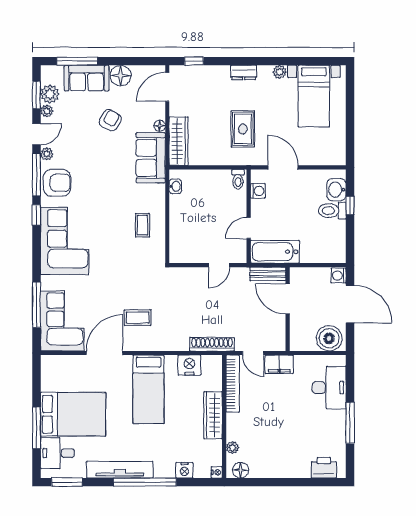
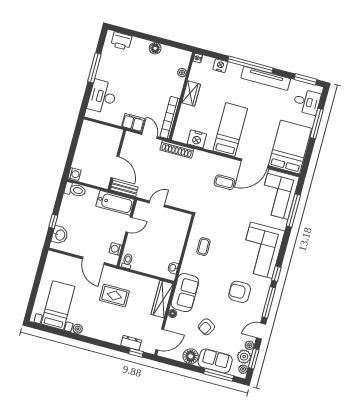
dresser: (244, 72) -> (131, 343), moved
rug: (243, 129) -> (114, 296), turned 90
plant: (47, 154) -> (243, 369), moved
armchair: (57, 183) -> (240, 292), moved
toilet: (332, 211) -> (75, 190), moved
door: (350, 304) -> (72, 152), removed
boiler: (329, 338) -> (93, 131), removed
bed: (73, 414) -> (290, 147), moved, turned 90
wardrobe: (213, 415) -> (191, 94), width x0.67
floor lamp: (241, 470) -> (155, 48), moved

